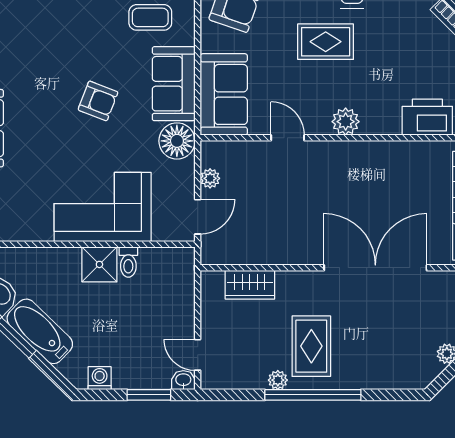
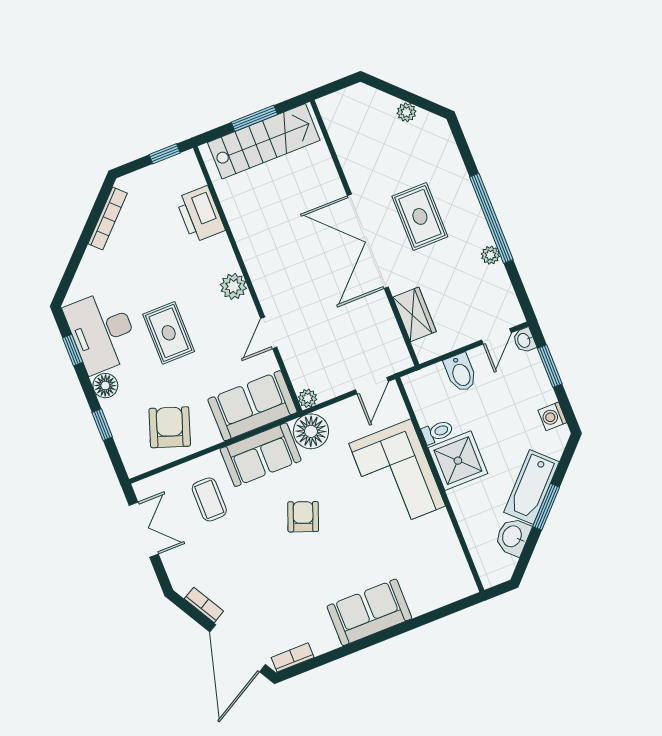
plant: (210, 178) -> (308, 398), moved
door: (198, 217) -> (372, 386), swing flipped
shower: (99, 264) -> (458, 461), width x1.36, depth x1.36
double door: (375, 268) -> (368, 241), moved
bidet: (177, 307) -> (461, 373), added
rug: (311, 346) -> (420, 216), moved, turned 90

